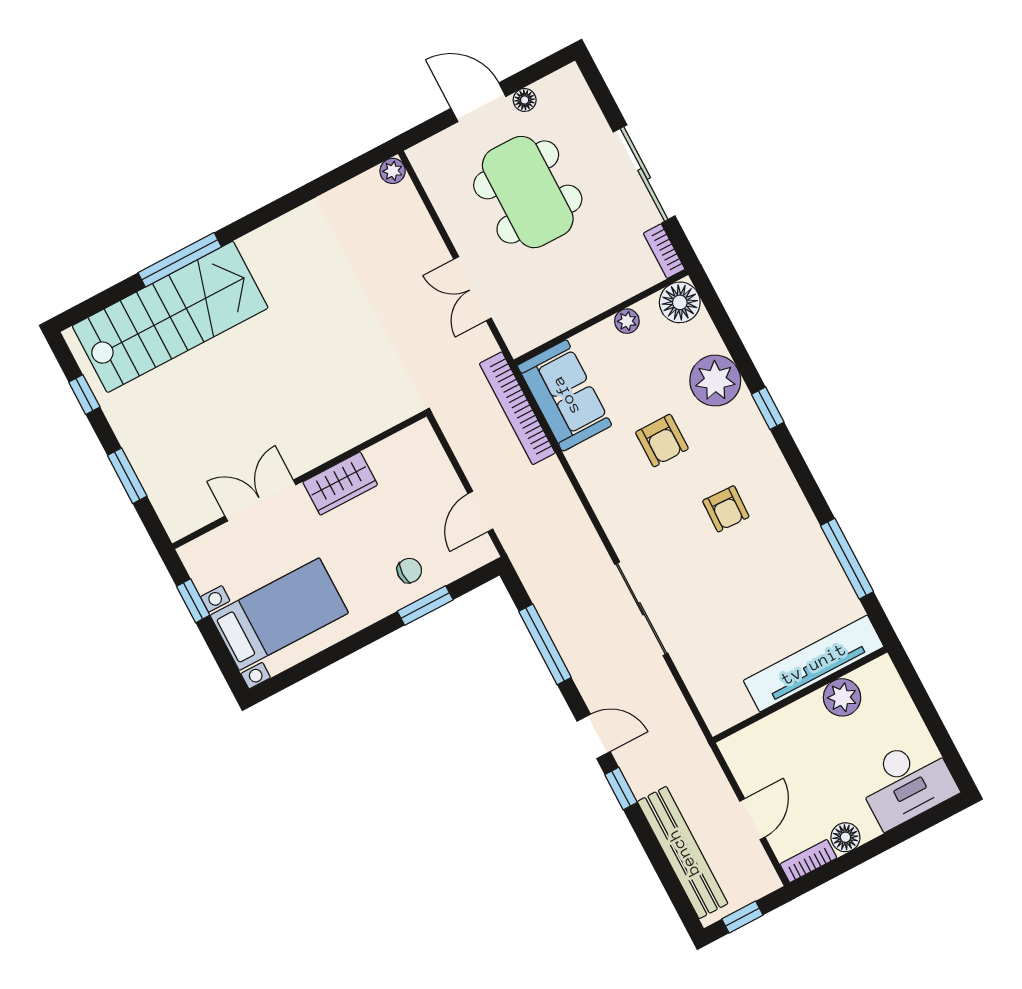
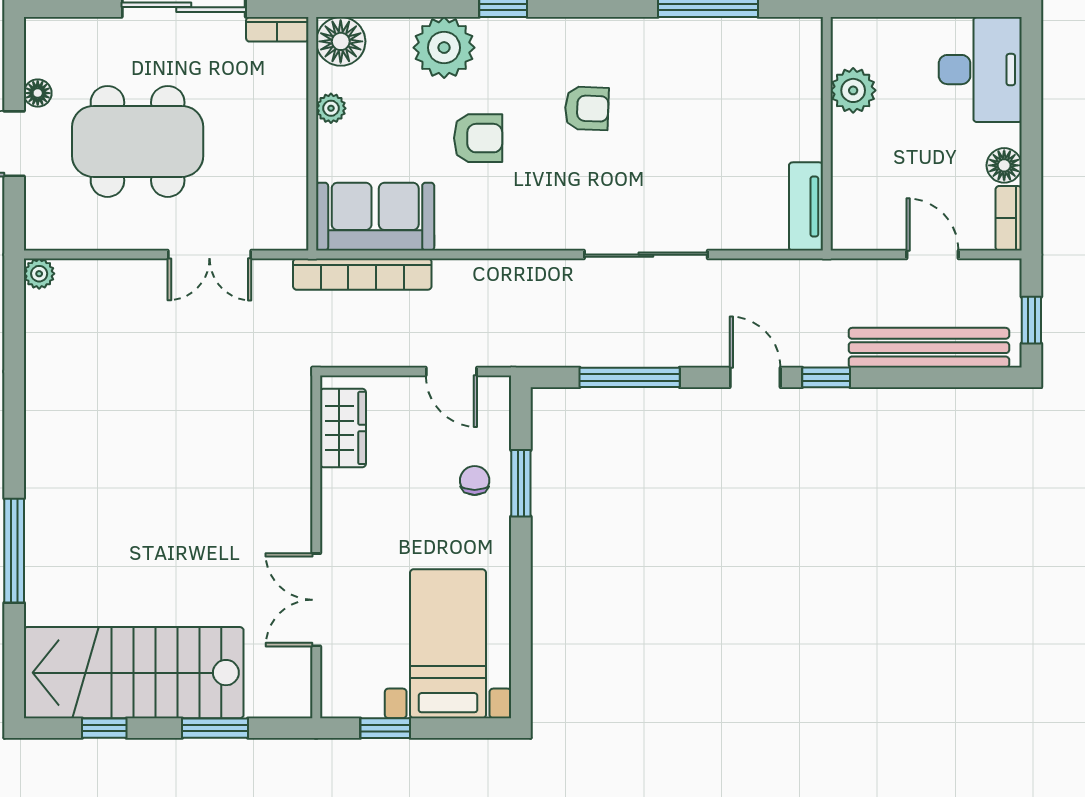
stairs: (170, 317) -> (134, 673), moved, turned -90
wardrobe: (340, 484) -> (343, 428), moved
tv unit: (814, 664) -> (806, 206), moved, width x0.52, depth x0.78
door: (594, 736) -> (755, 377), hinge flipped

